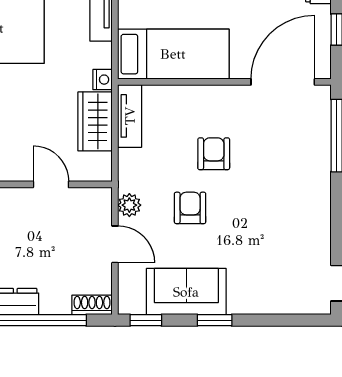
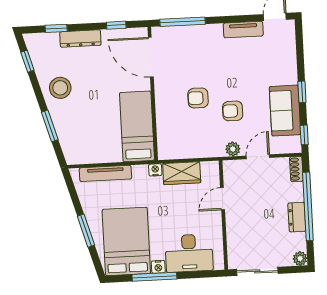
tv unit: (130, 116) -> (243, 30), moved, turned 180

